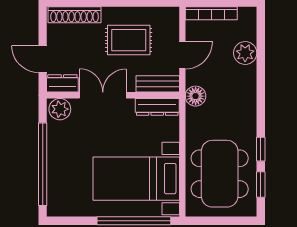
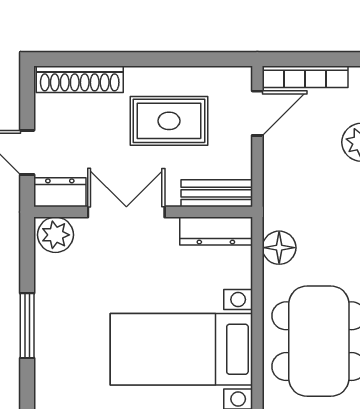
door: (182, 55) -> (257, 113), moved
floor lamp: (196, 96) -> (279, 248), moved
window: (43, 164) -> (27, 326), width x0.47

